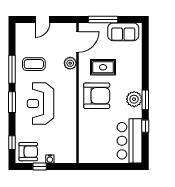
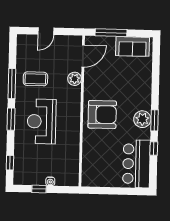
rug: (103, 67) -> (110, 84), removed
armchair: (28, 152) -> (27, 173), removed

